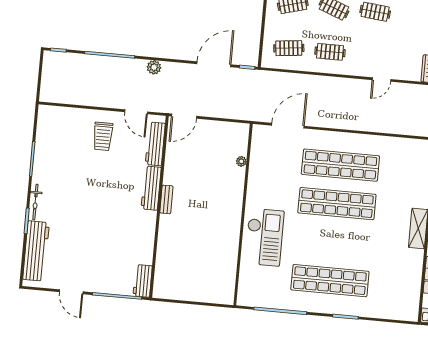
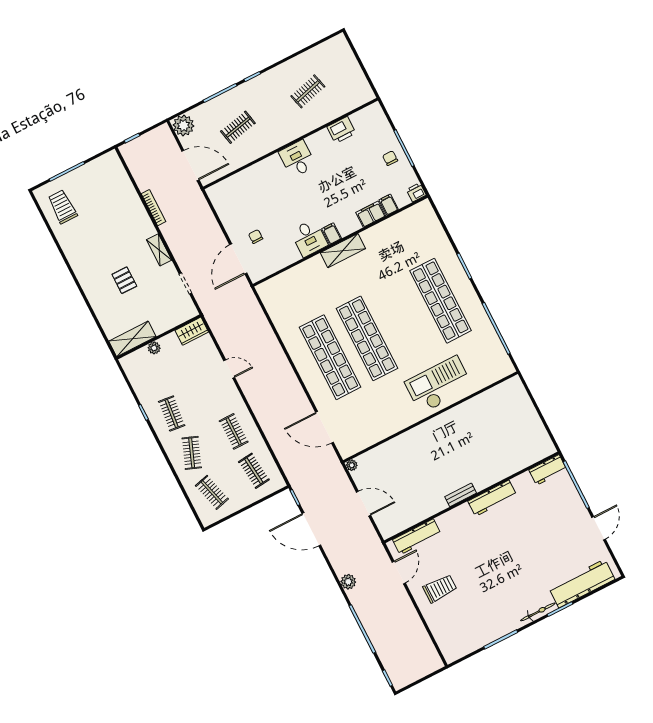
door: (184, 116) -> (364, 504), moved
plant: (241, 161) -> (352, 465), moved
workbench: (151, 188) -> (492, 498), moved

